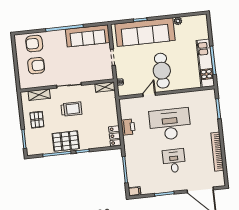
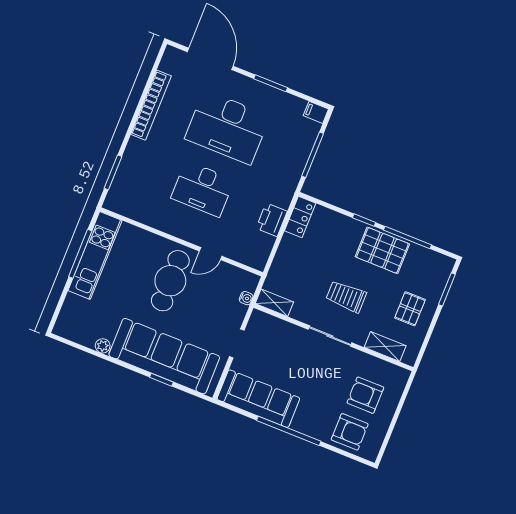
desk: (170, 124) -> (203, 189), width x0.73, depth x0.77
desk: (174, 161) -> (227, 127), width x1.87, depth x1.30

